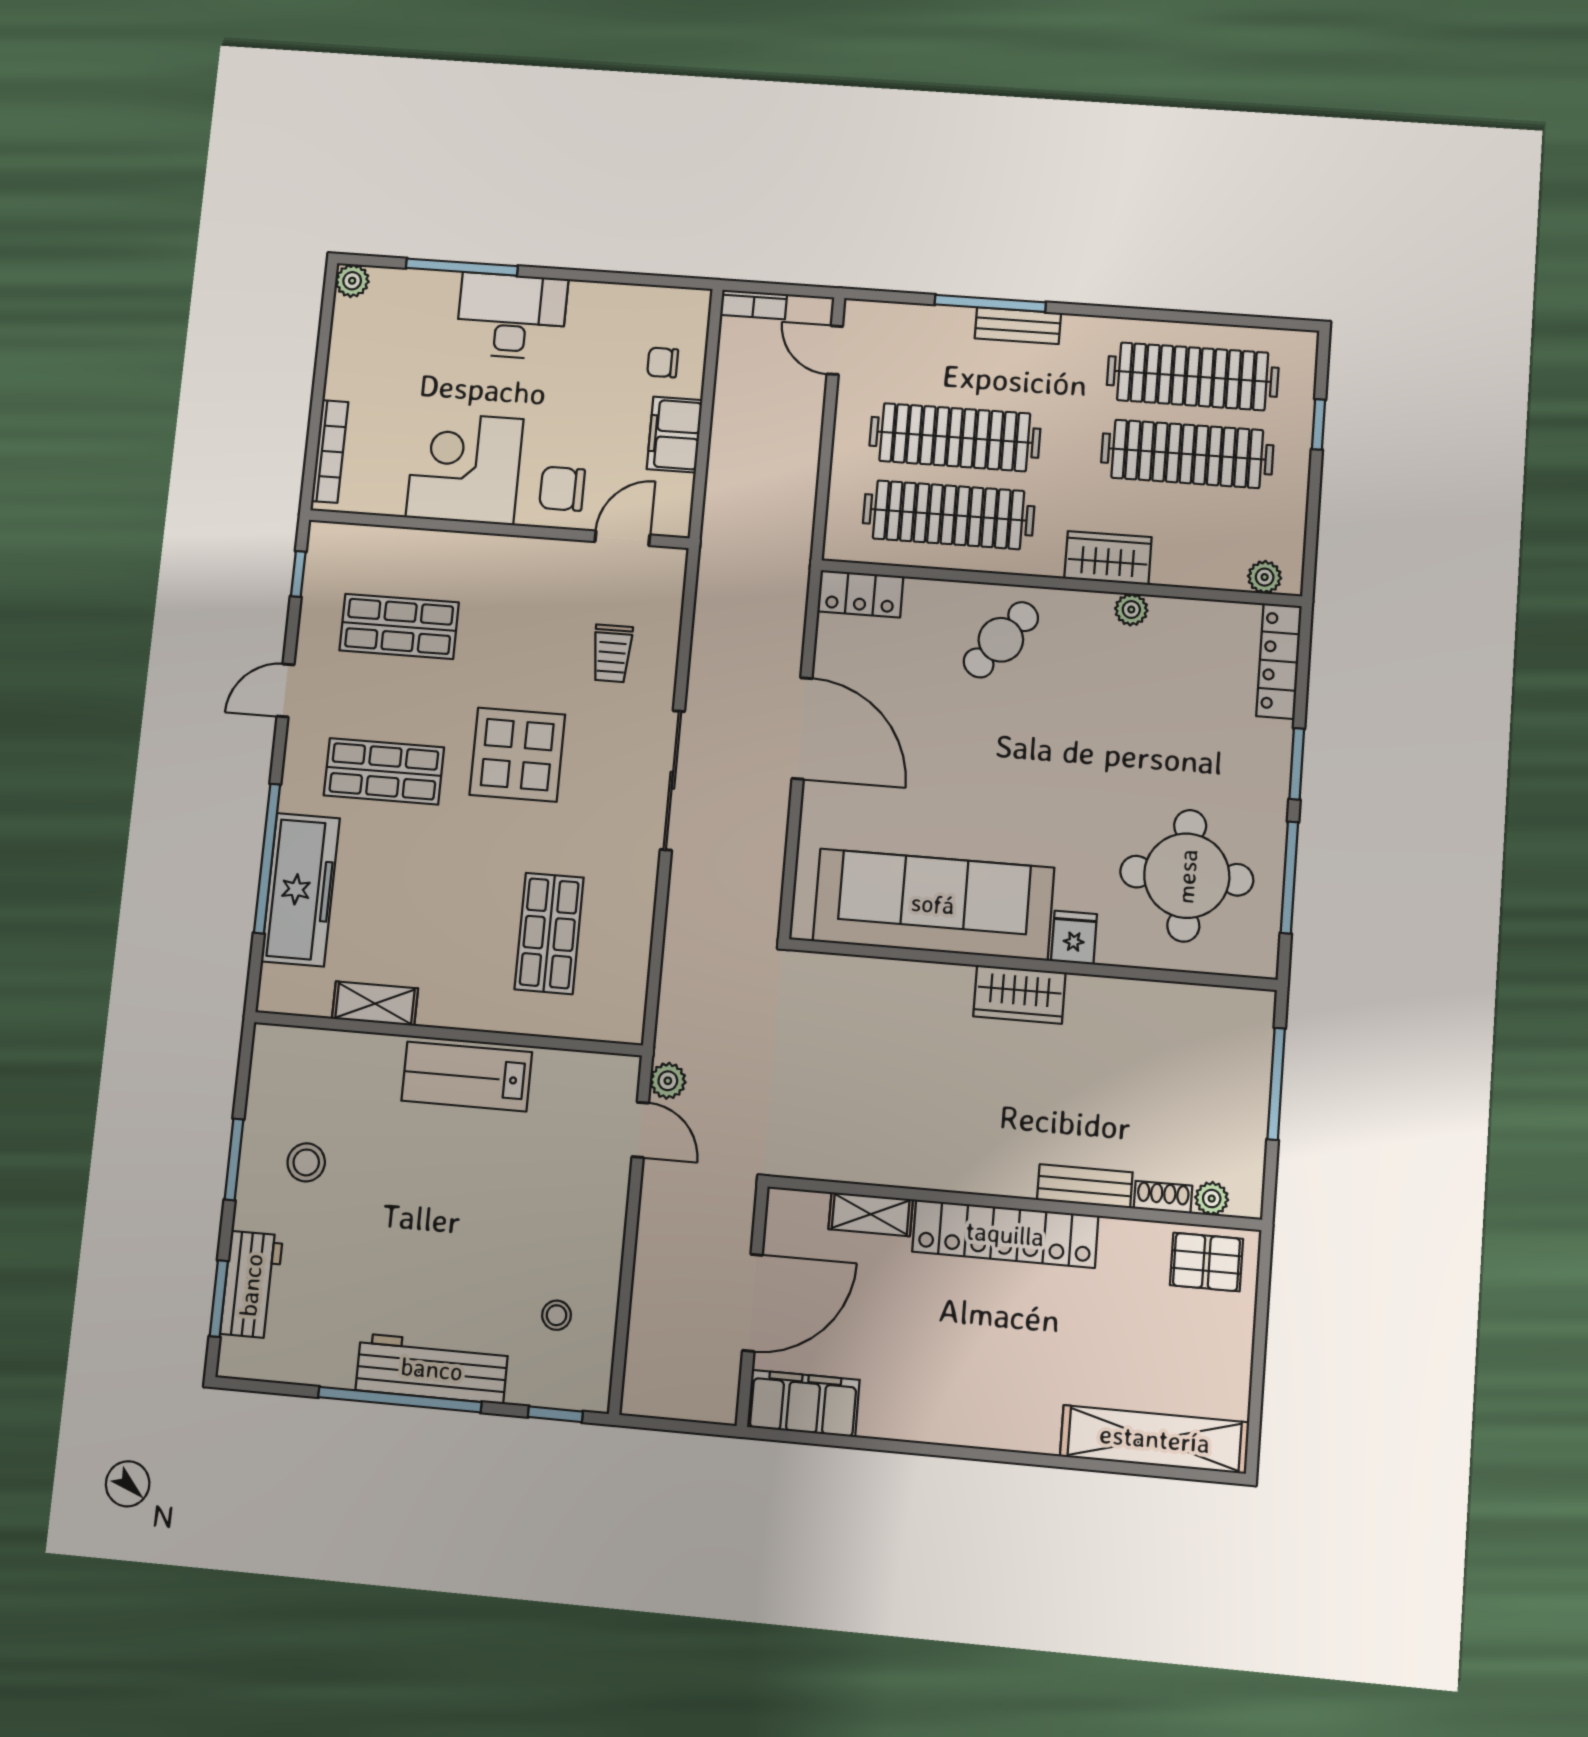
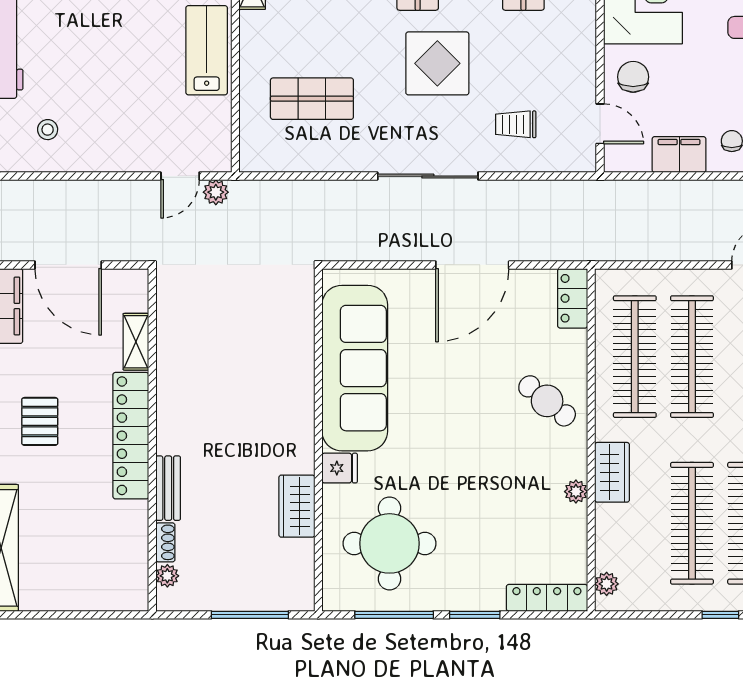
wardrobe: (1019, 994) -> (297, 506), moved
pallet: (1206, 1262) -> (40, 421), moved

